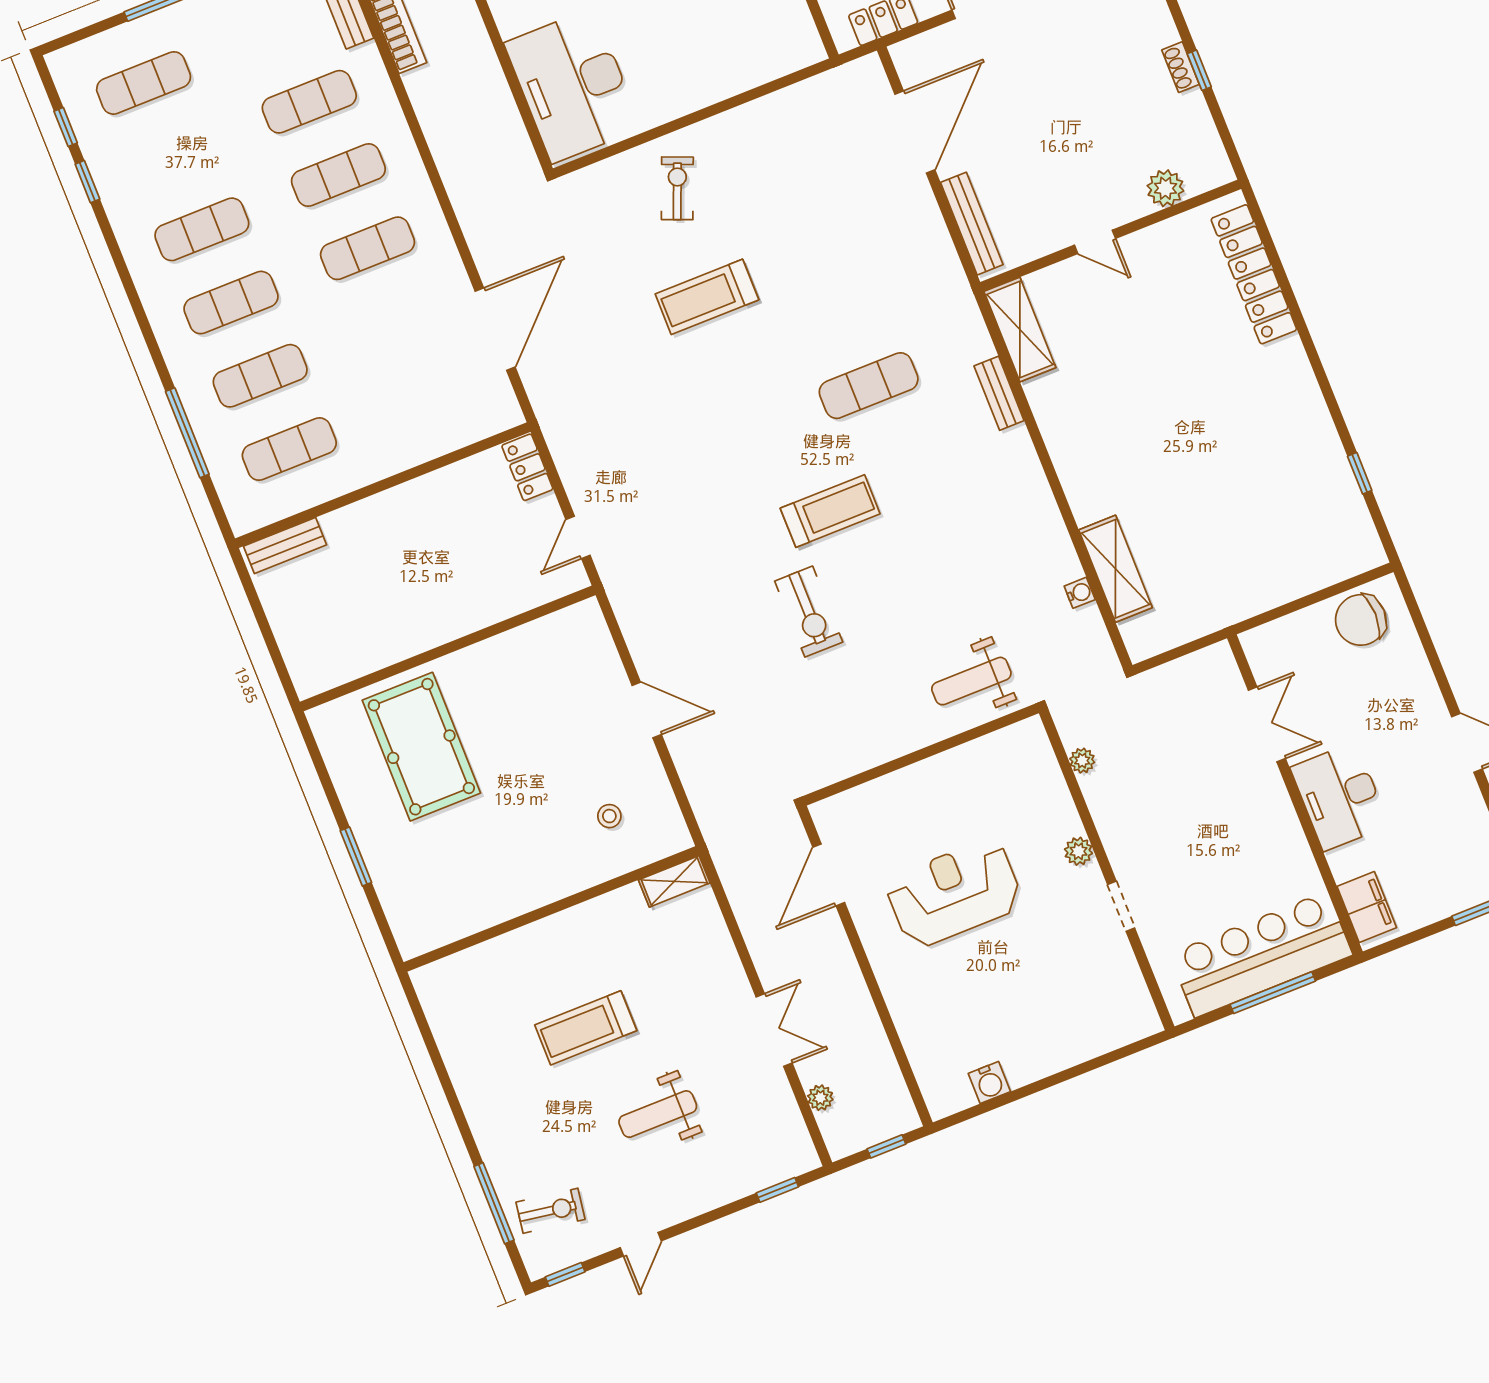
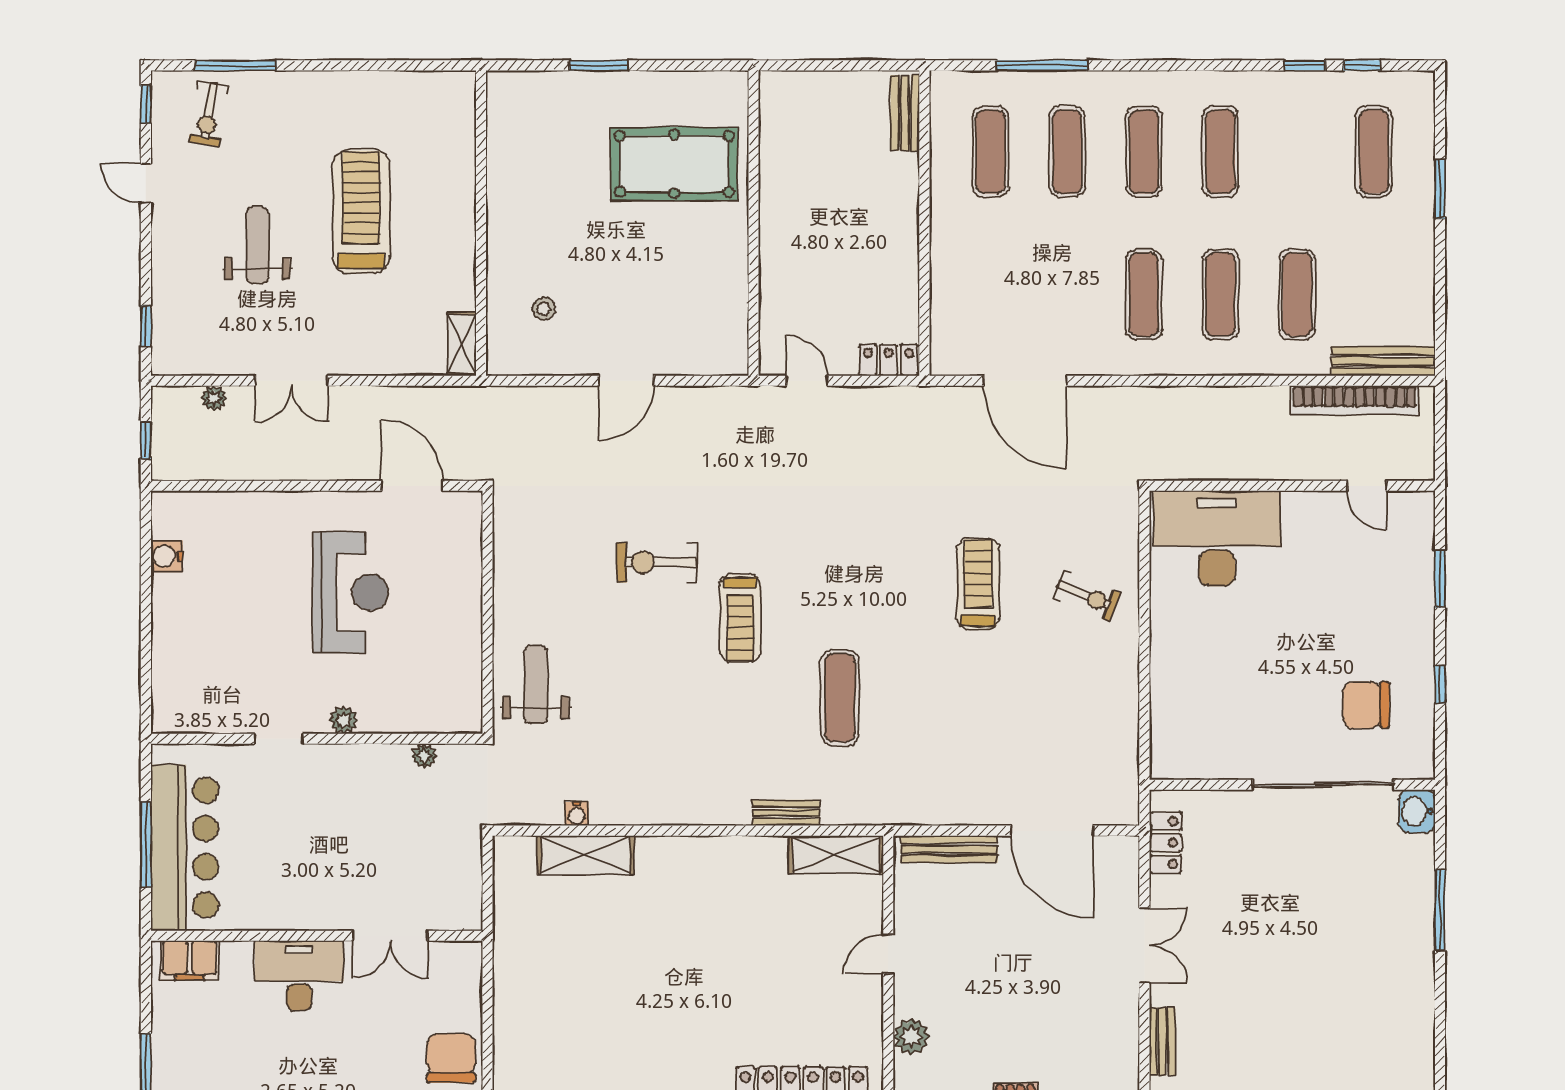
treadmill: (586, 1028) -> (361, 211), width x1.37, depth x1.38

